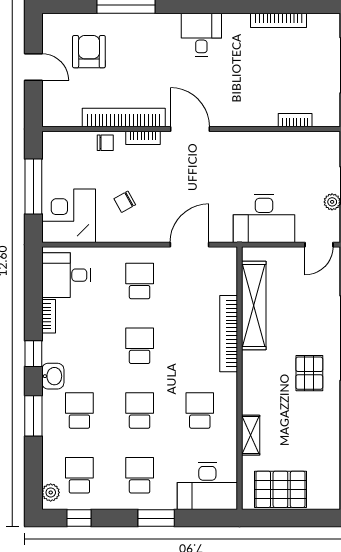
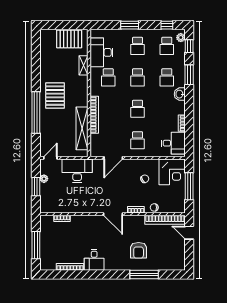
desk: (201, 35) -> (94, 260), moved
armchair: (89, 52) -> (139, 250), moved
door: (33, 67) -> (189, 233), moved
bookcase: (124, 117) -> (165, 220), moved
window: (33, 354) -> (189, 46), moved
pallet: (309, 373) -> (55, 96), width x1.50, depth x1.42
desk: (207, 486) -> (101, 52), moved, turned -90

